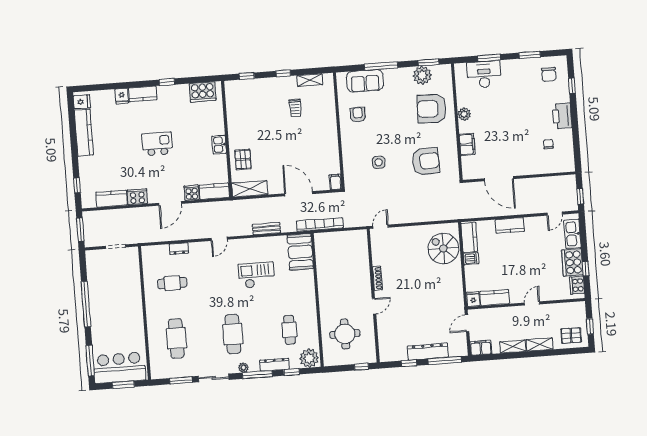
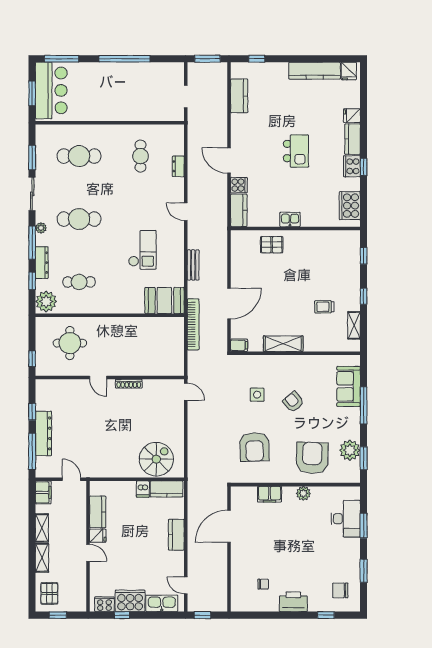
armchair: (358, 115) -> (293, 402), moved, turned -130
shelving: (250, 189) -> (283, 344), moved, turned 90
cooker: (137, 197) -> (352, 166), moved, turned 180
fridge: (473, 299) -> (98, 536), moved

